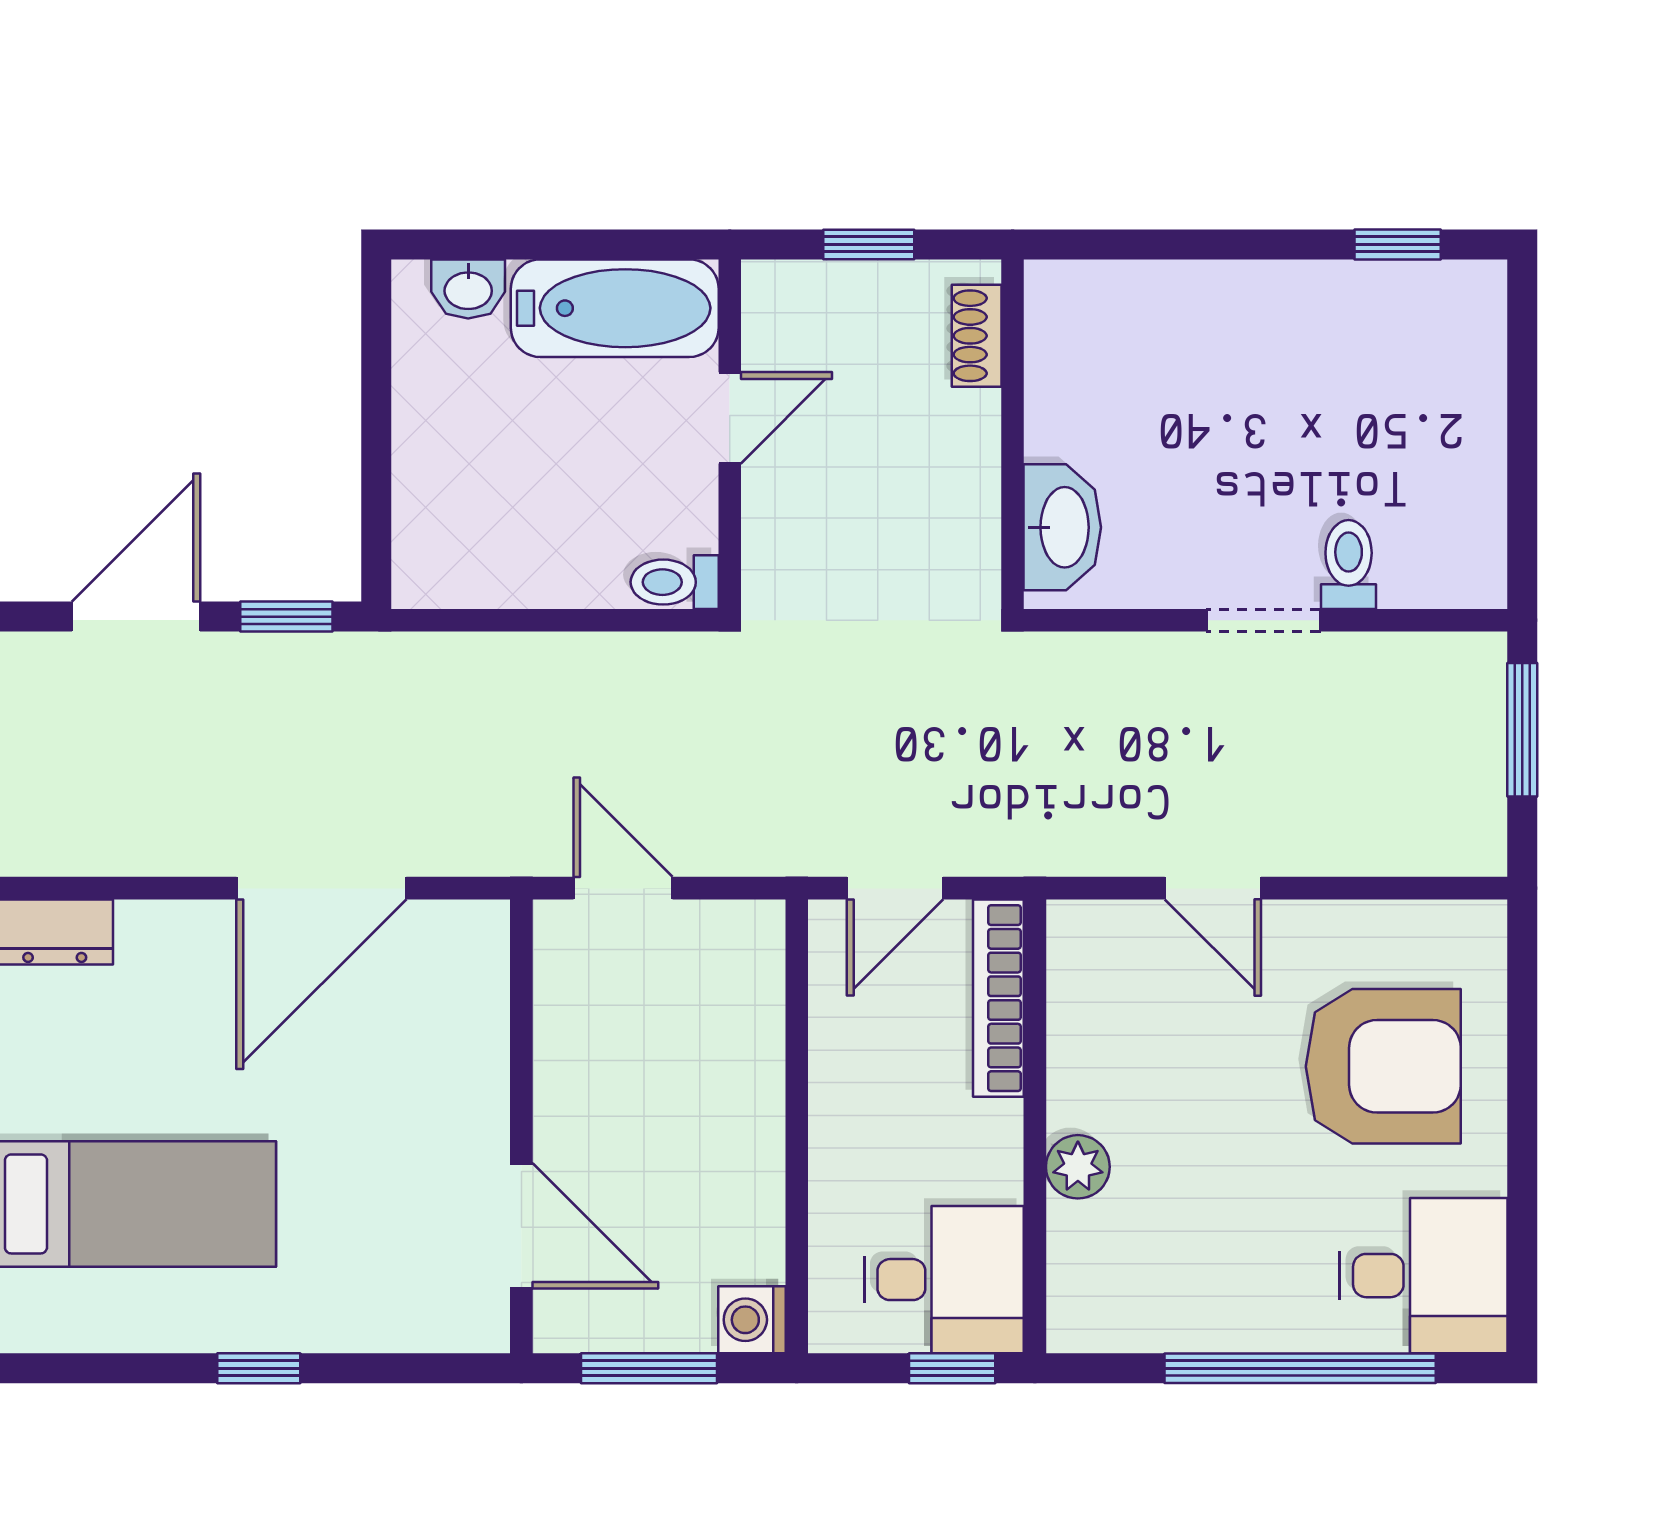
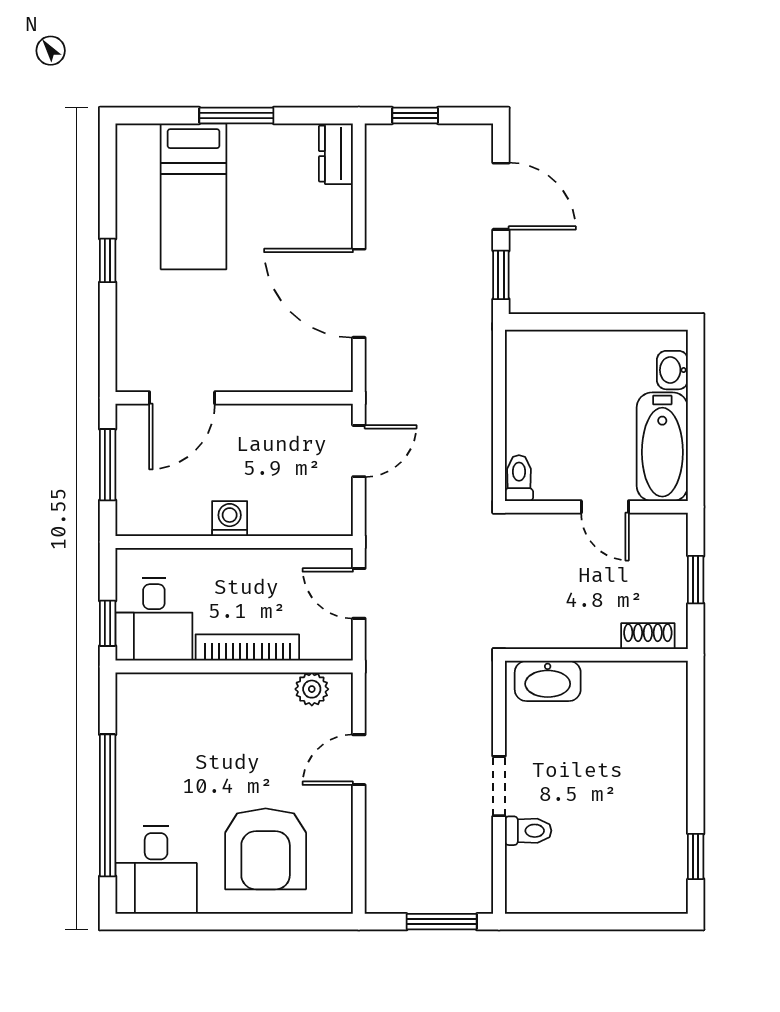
bookcase: (998, 998) -> (247, 647), moved
plant: (1078, 1167) -> (312, 689), moved
washing machine: (752, 1320) -> (230, 519), moved

